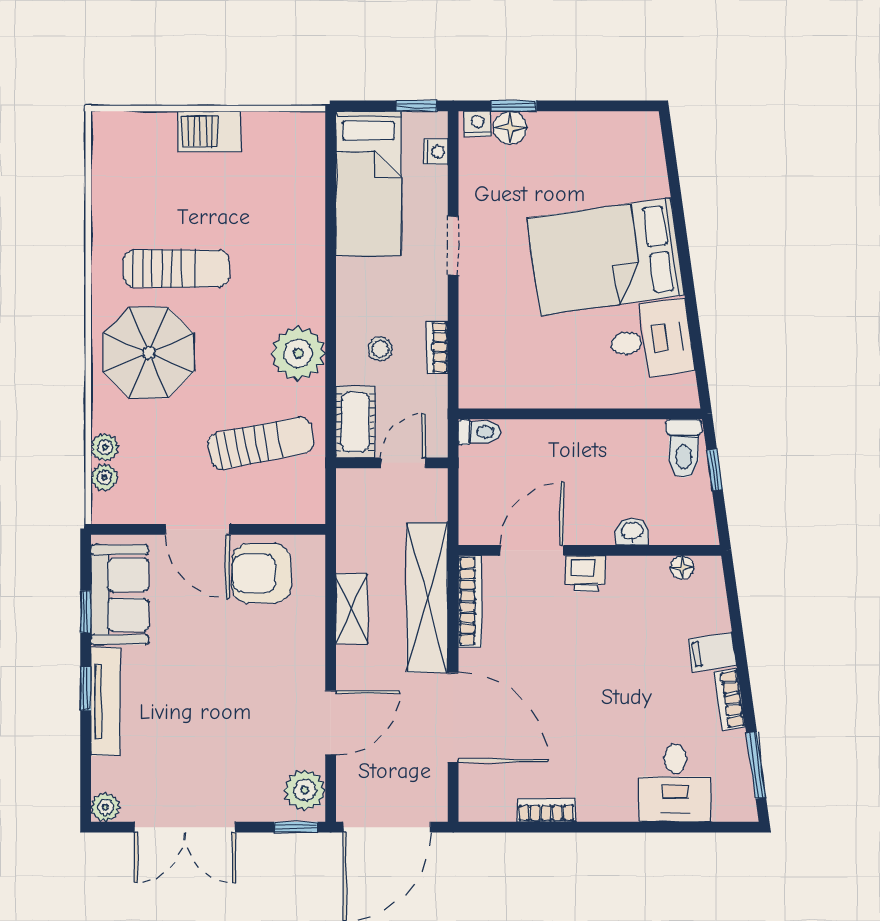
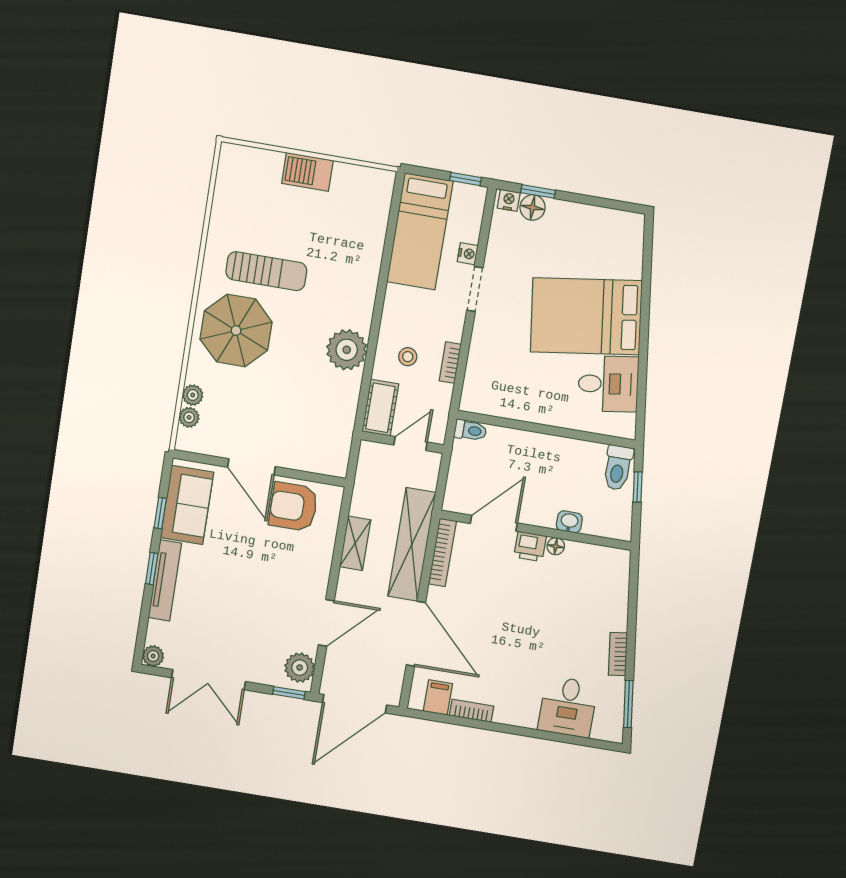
nightstand: (436, 152) -> (468, 254), moved
sun lounger: (261, 443) -> (308, 411), removed
floor lamp: (682, 567) -> (556, 546), moved
filing cabinet: (712, 652) -> (438, 697), moved, turned 98

